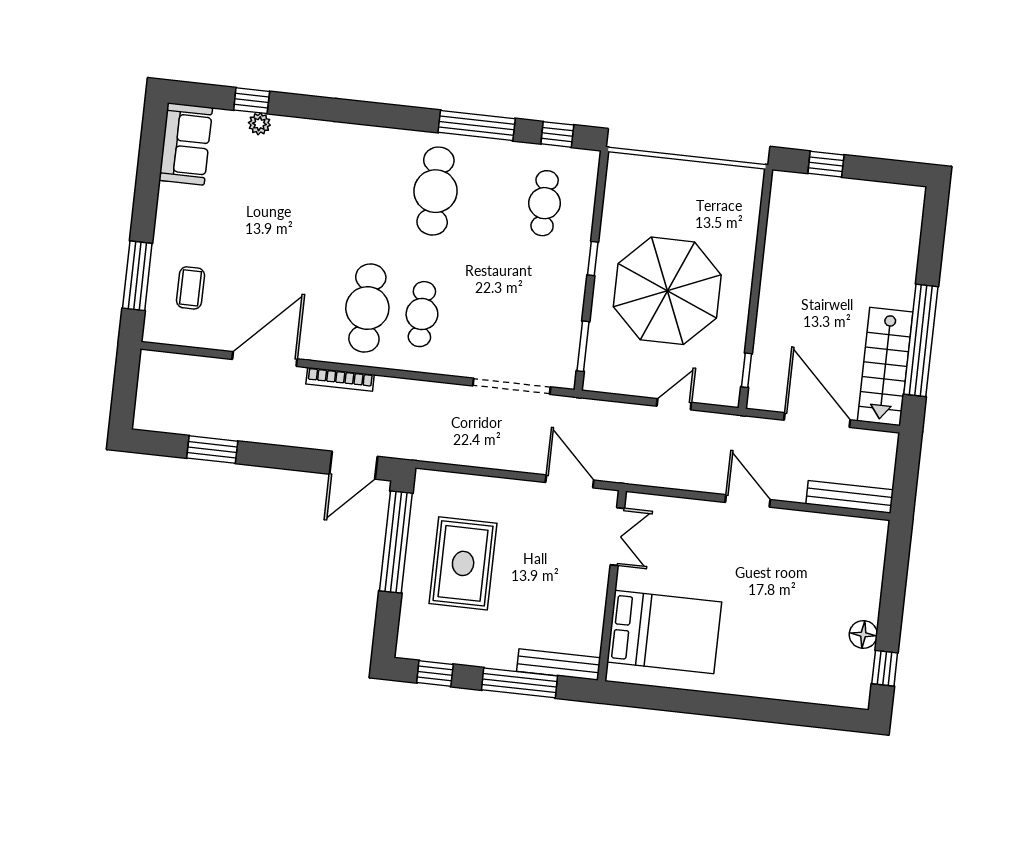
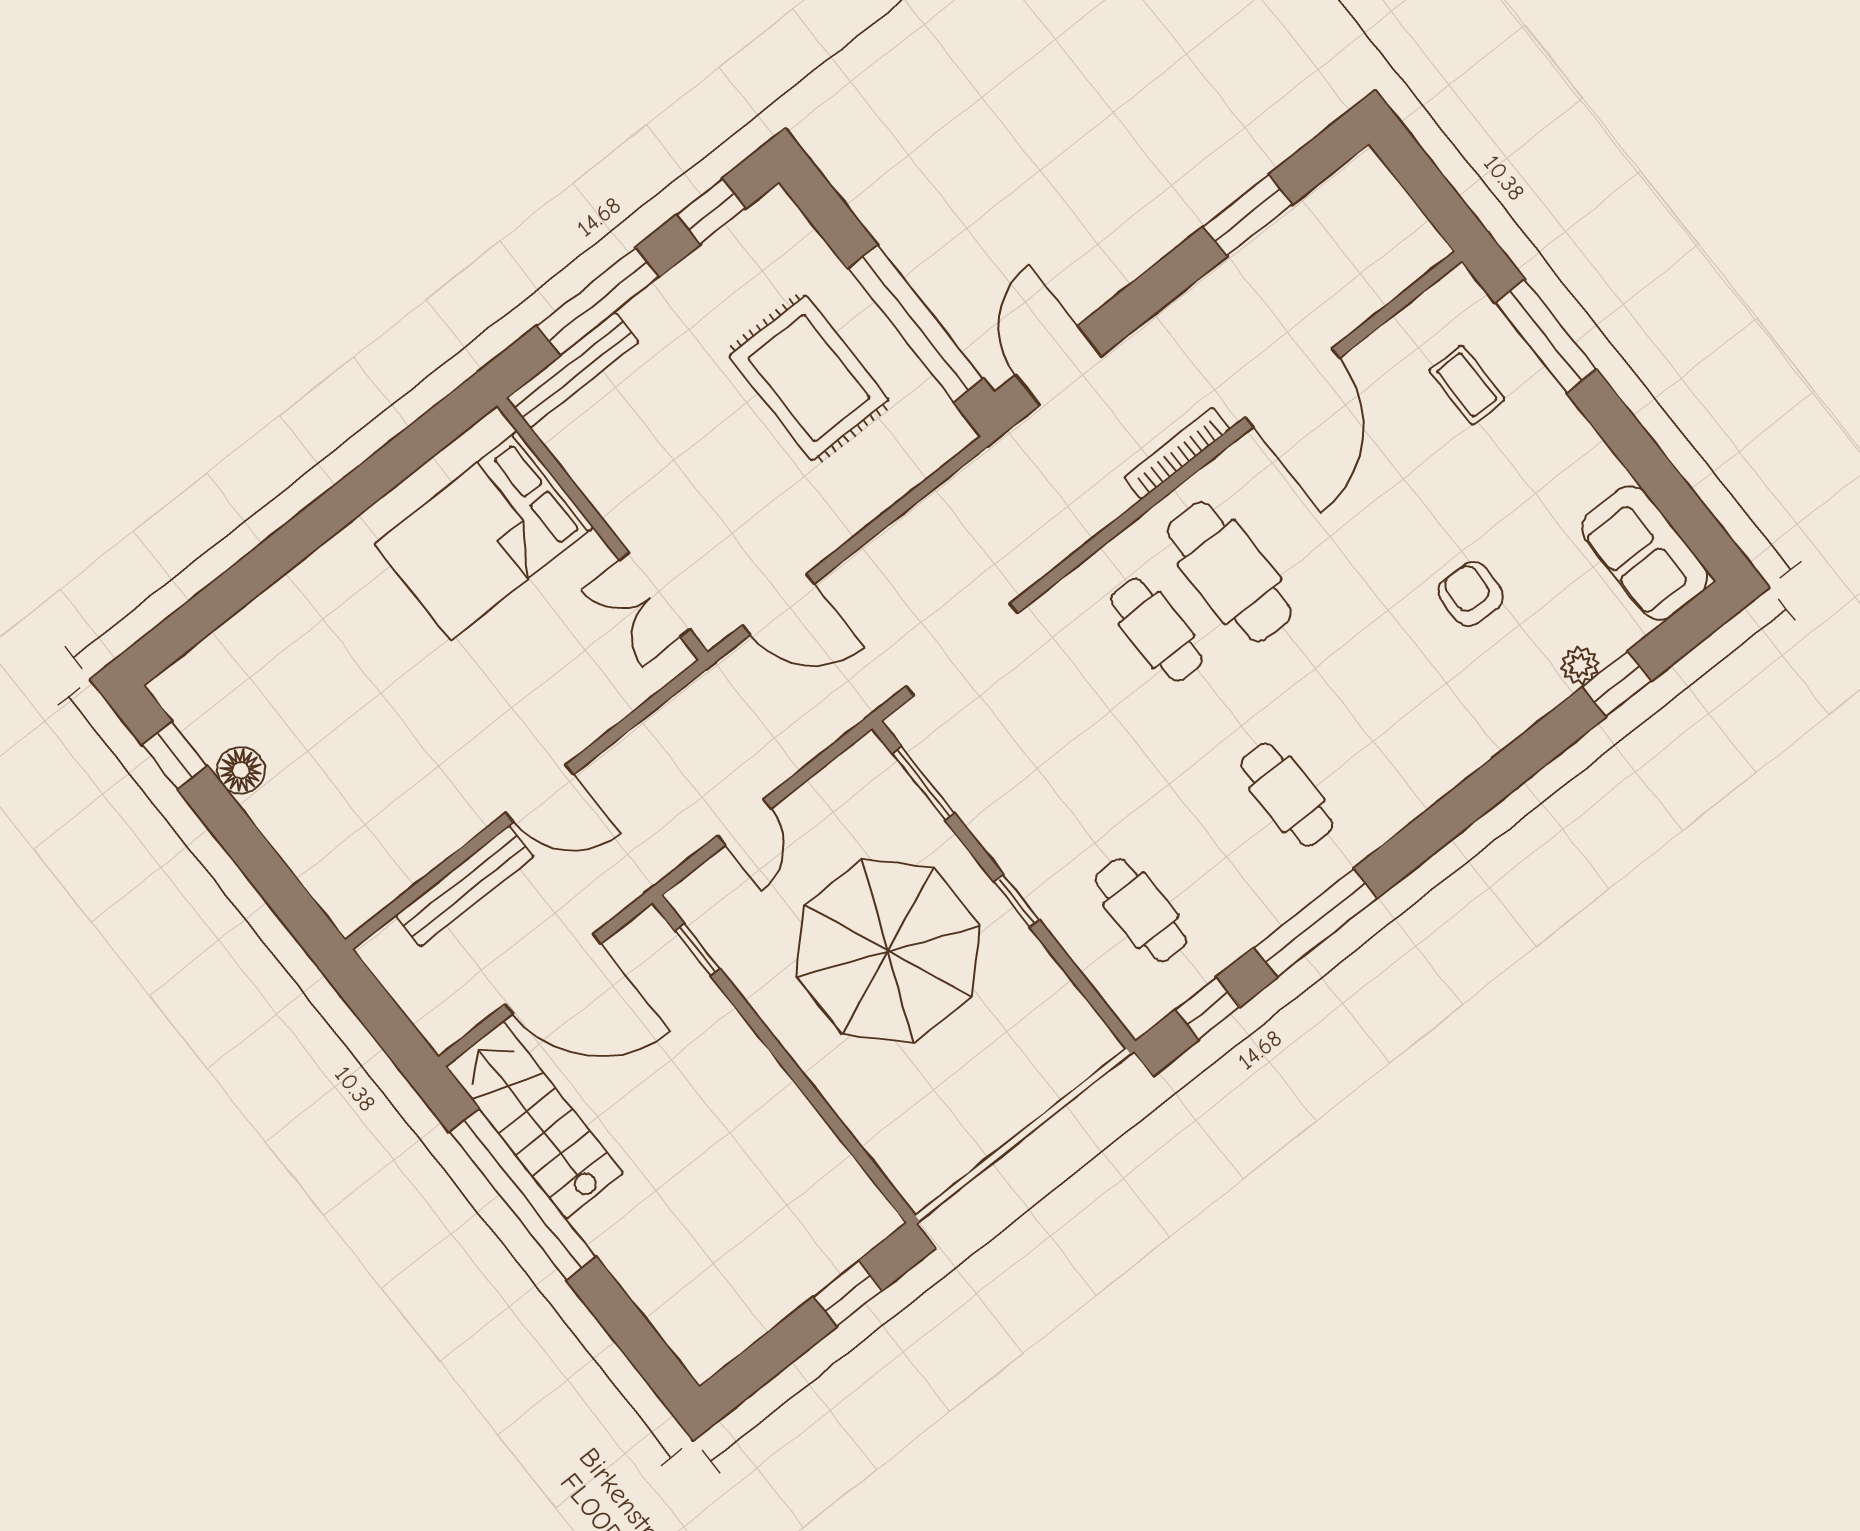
cafe table: (435, 191) -> (1287, 795), width x0.73, depth x0.74
armchair: (275, 199) -> (1471, 594), added
bench: (850, 497) -> (464, 886), moved

